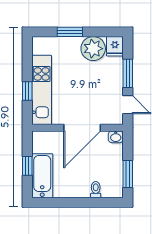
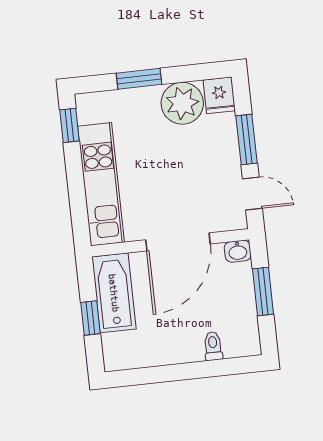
window: (27, 91) -> (70, 125), moved
window: (128, 174) -> (263, 291), moved
bathtub: (42, 176) -> (114, 293), moved

